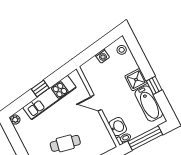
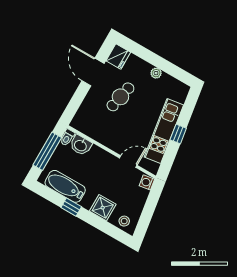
washing machine: (102, 56) -> (147, 182), moved
shower: (136, 80) -> (103, 208), moved
door: (96, 103) -> (128, 162), moved
plant: (15, 120) -> (156, 73), moved

